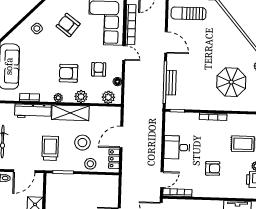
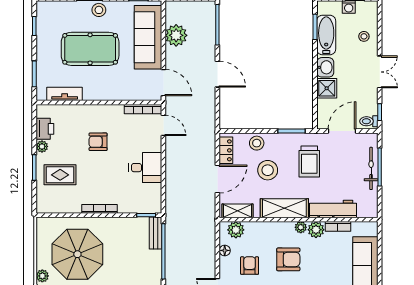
armchair: (99, 69) -> (250, 266), turned 180
parasol: (231, 82) -> (77, 254), width x1.36, depth x1.36
bench: (171, 83) -> (155, 233), moved
plant: (81, 97) -> (316, 230), moved
shelving: (107, 112) -> (238, 211), added
door: (162, 180) -> (163, 125), swing flipped

